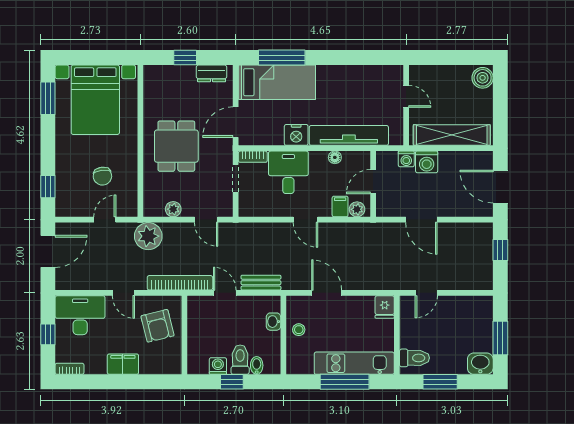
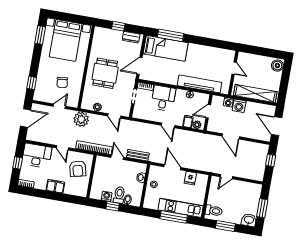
nightstand: (296, 135) -> (171, 79), removed
fridge: (385, 307) -> (190, 178), moved

